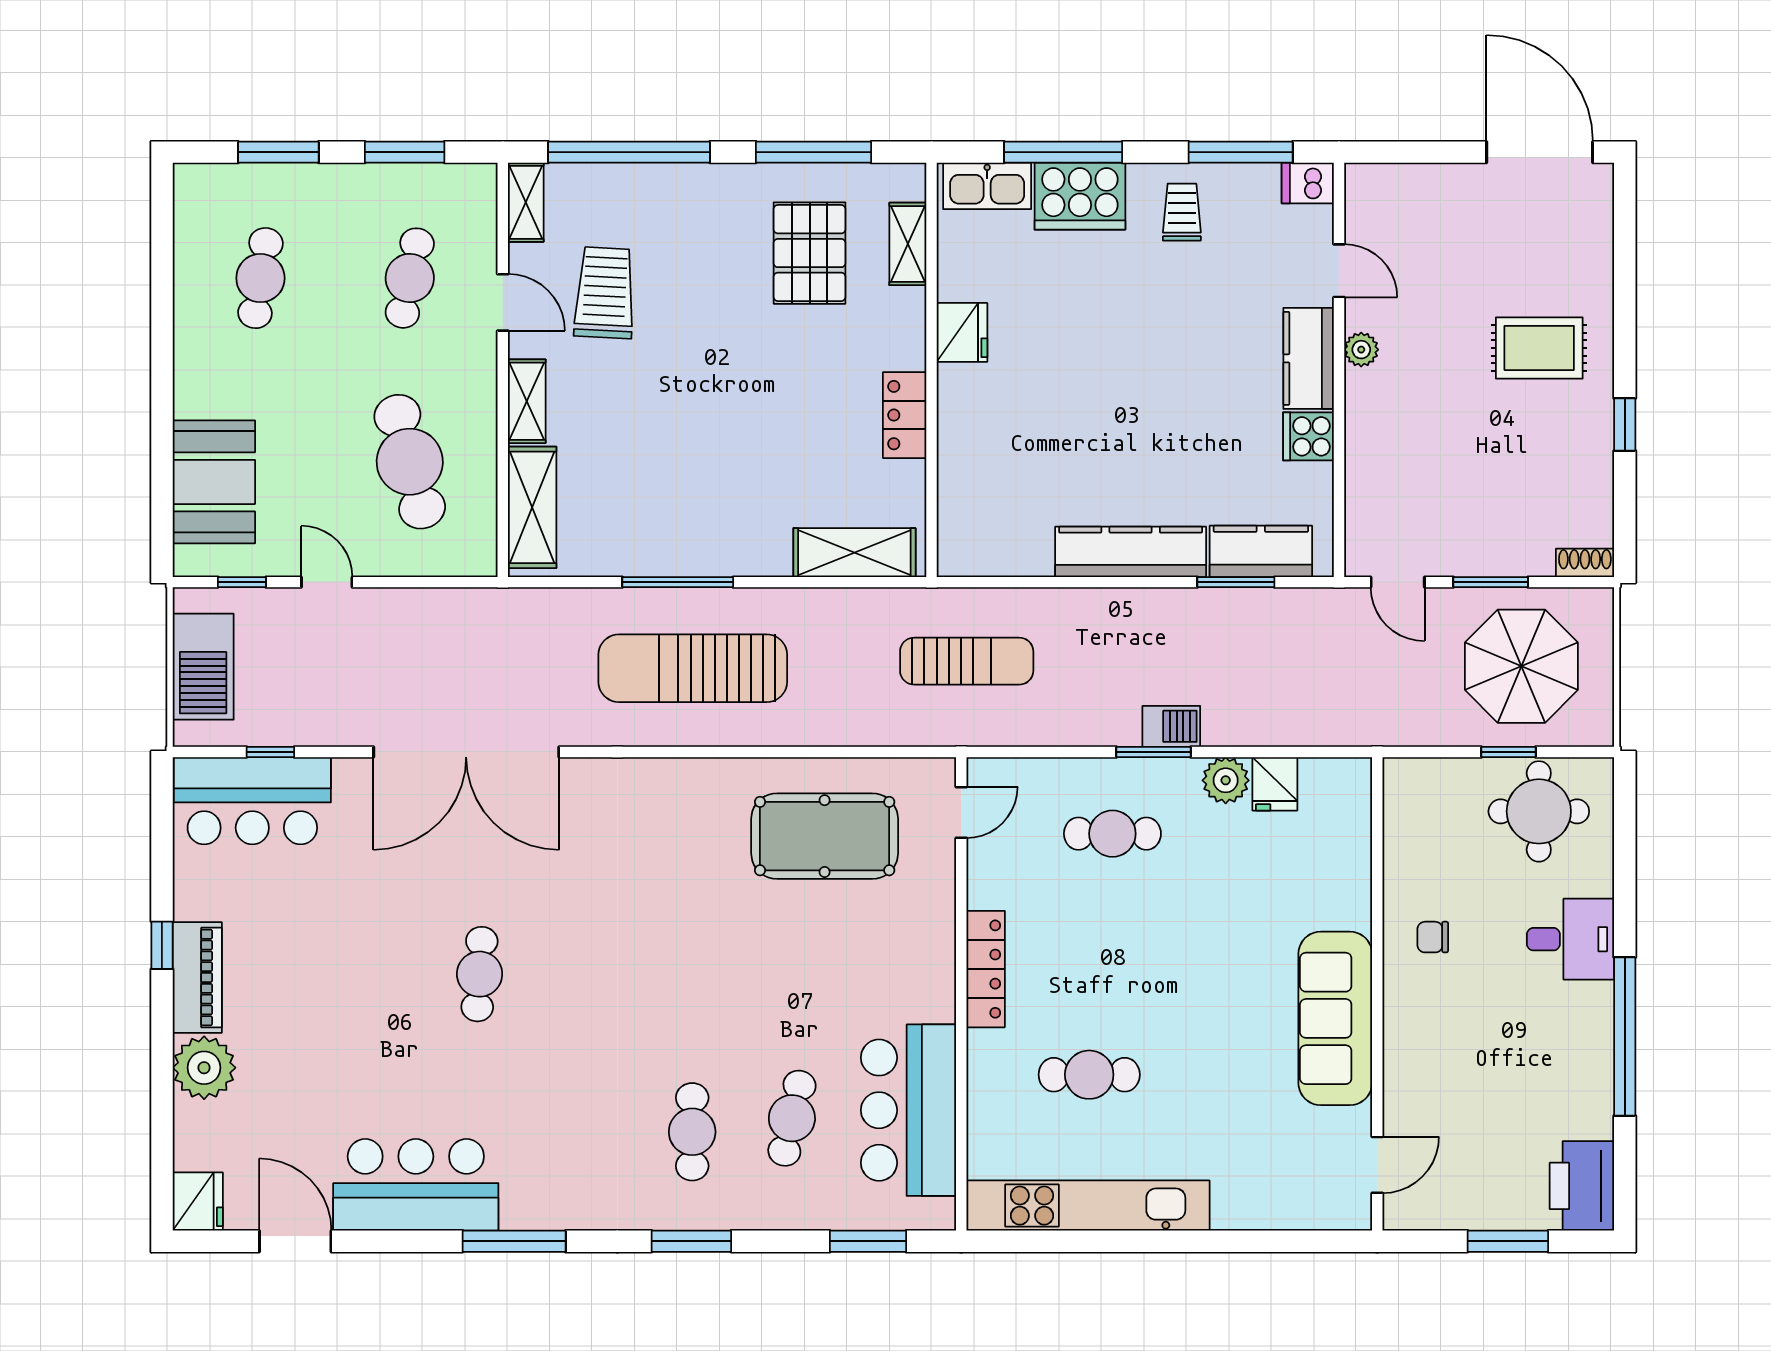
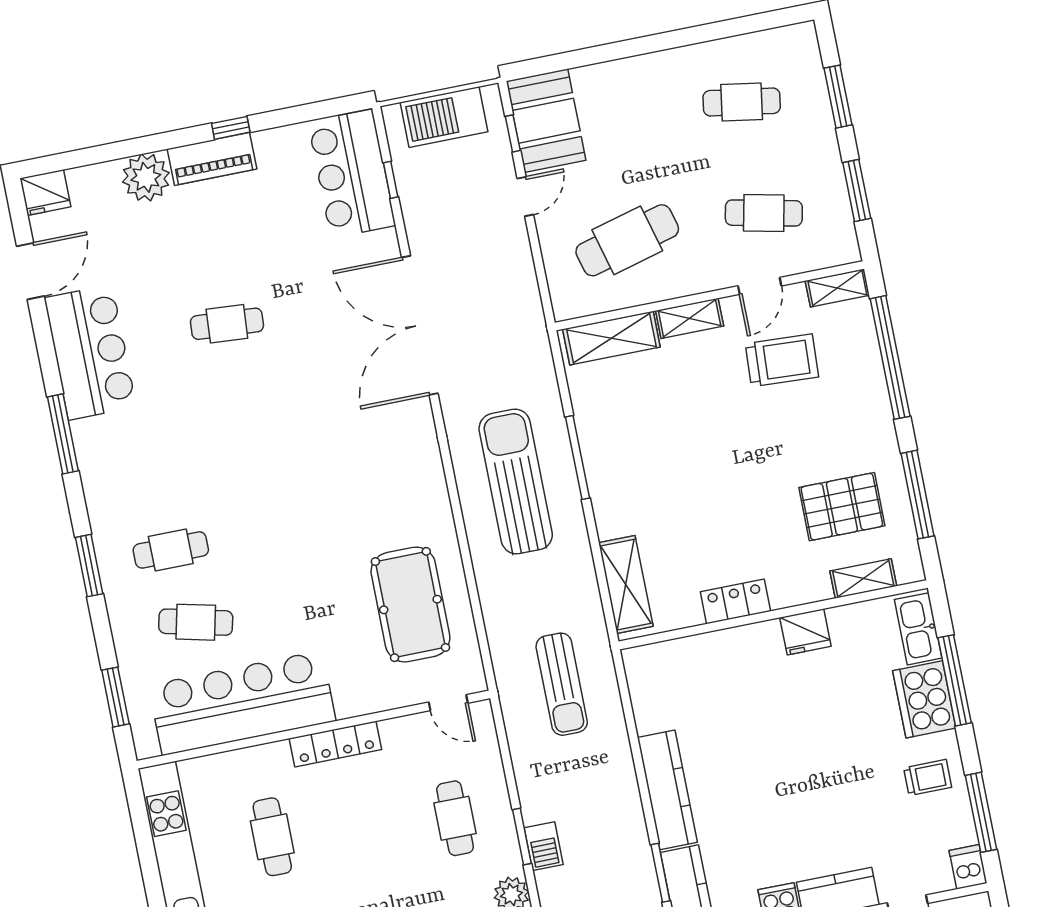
booth: (214, 482) -> (546, 121), moved, turned 90
cafe table: (480, 974) -> (227, 324), moved
bar counter: (908, 1110) -> (242, 703), width x1.36

